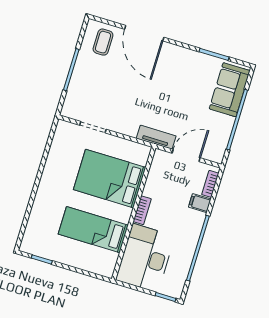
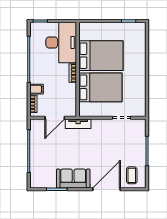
door: (144, 33) -> (107, 189), hinge flipped
sofa: (230, 90) -> (73, 179), moved, turned -90
bed: (93, 230) -> (101, 56), width x1.50

